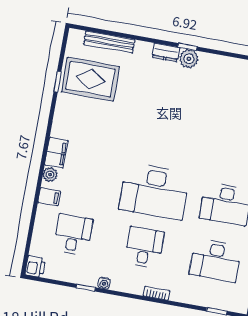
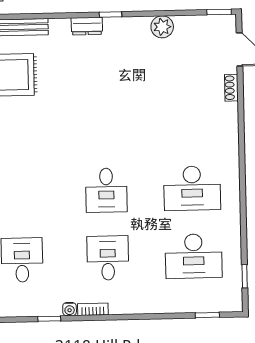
plant: (189, 59) -> (162, 27), moved
desk: (154, 191) -> (106, 190), width x0.53, depth x0.77
bookcase: (157, 293) -> (93, 309), moved

